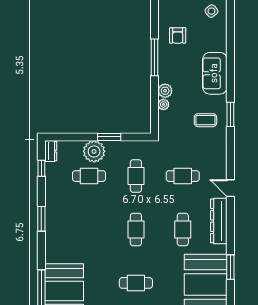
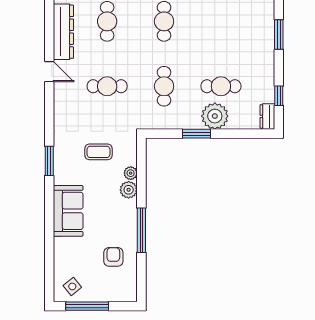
coffee table: (205, 120) -> (98, 152), moved

